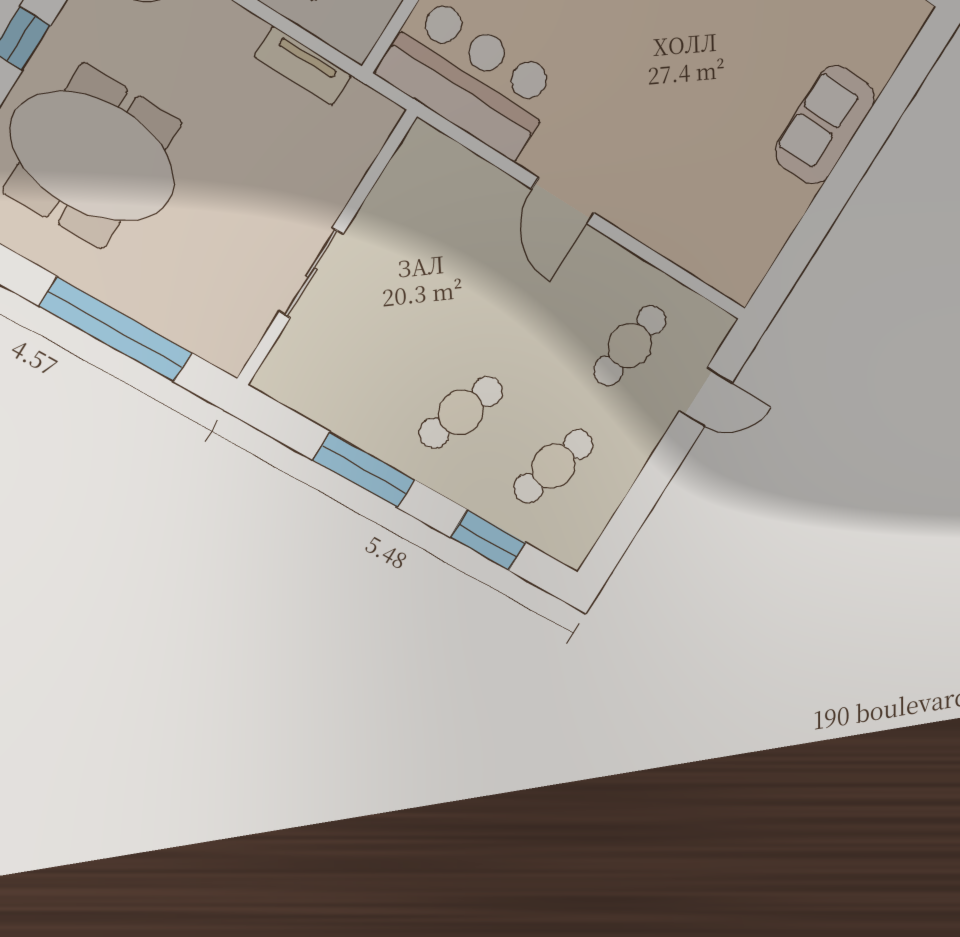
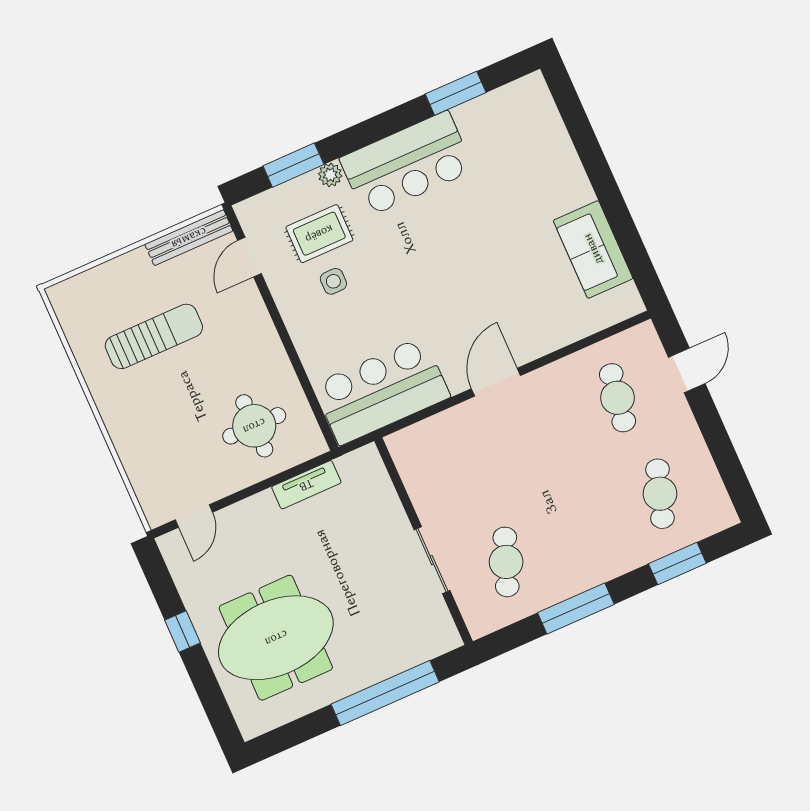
sofa: (825, 125) -> (593, 249), moved
door: (563, 201) -> (496, 382), swing flipped
cafe table: (461, 412) -> (506, 562), moved

